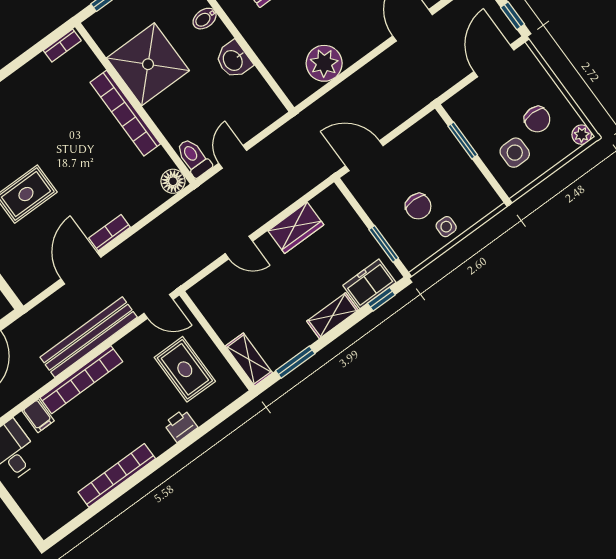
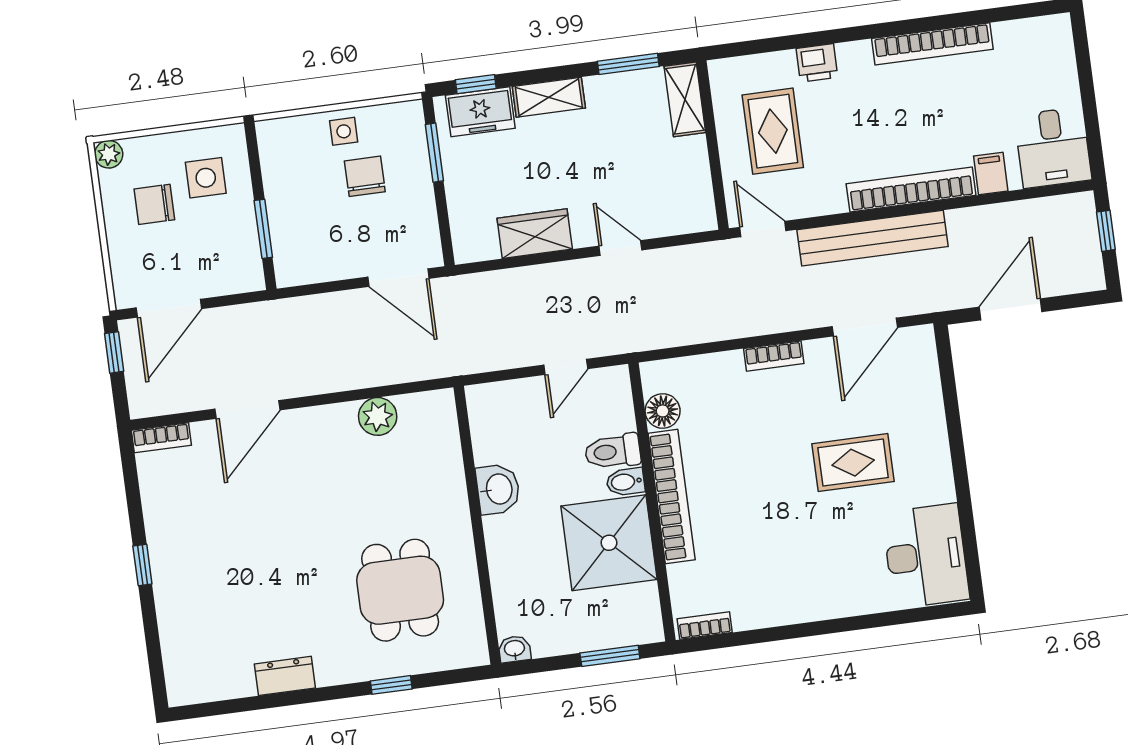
bidet: (205, 19) -> (625, 482), moved, turned 180
plant: (324, 63) -> (378, 416), width x0.73, depth x0.73
chair: (537, 119) -> (154, 204), turned -90
toilet: (194, 158) -> (613, 452), moved, turned 90
floor lamp: (173, 181) -> (663, 411), moved
door: (81, 268) -> (865, 327), moved

